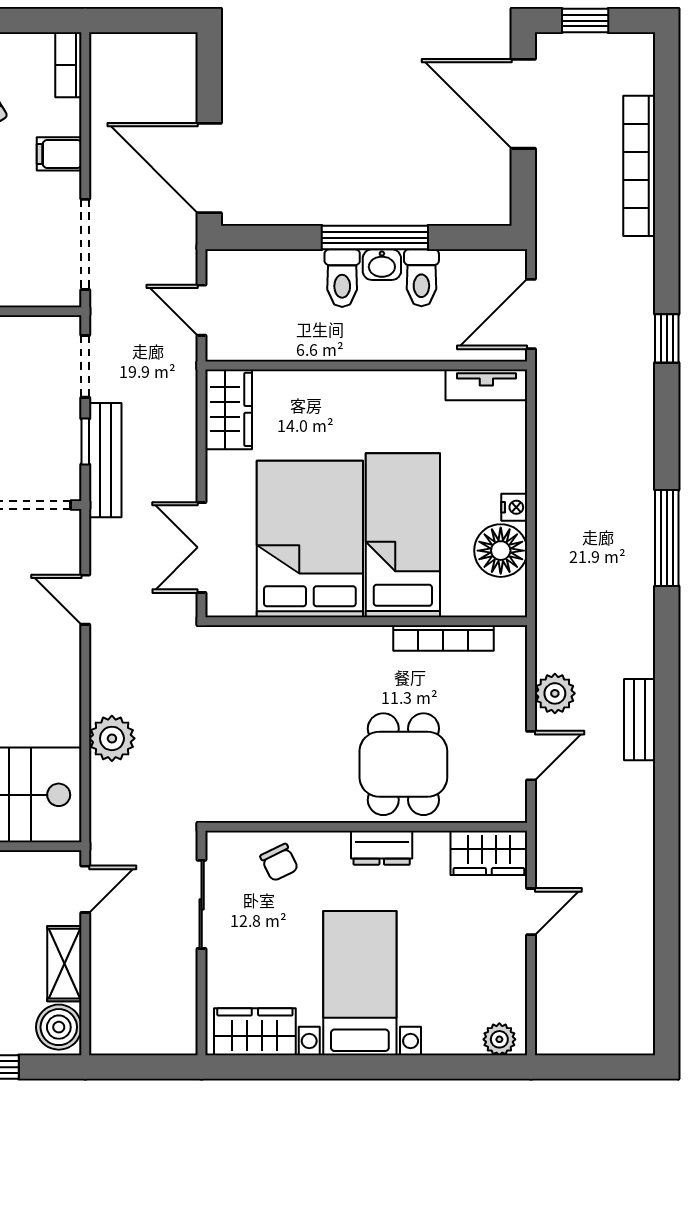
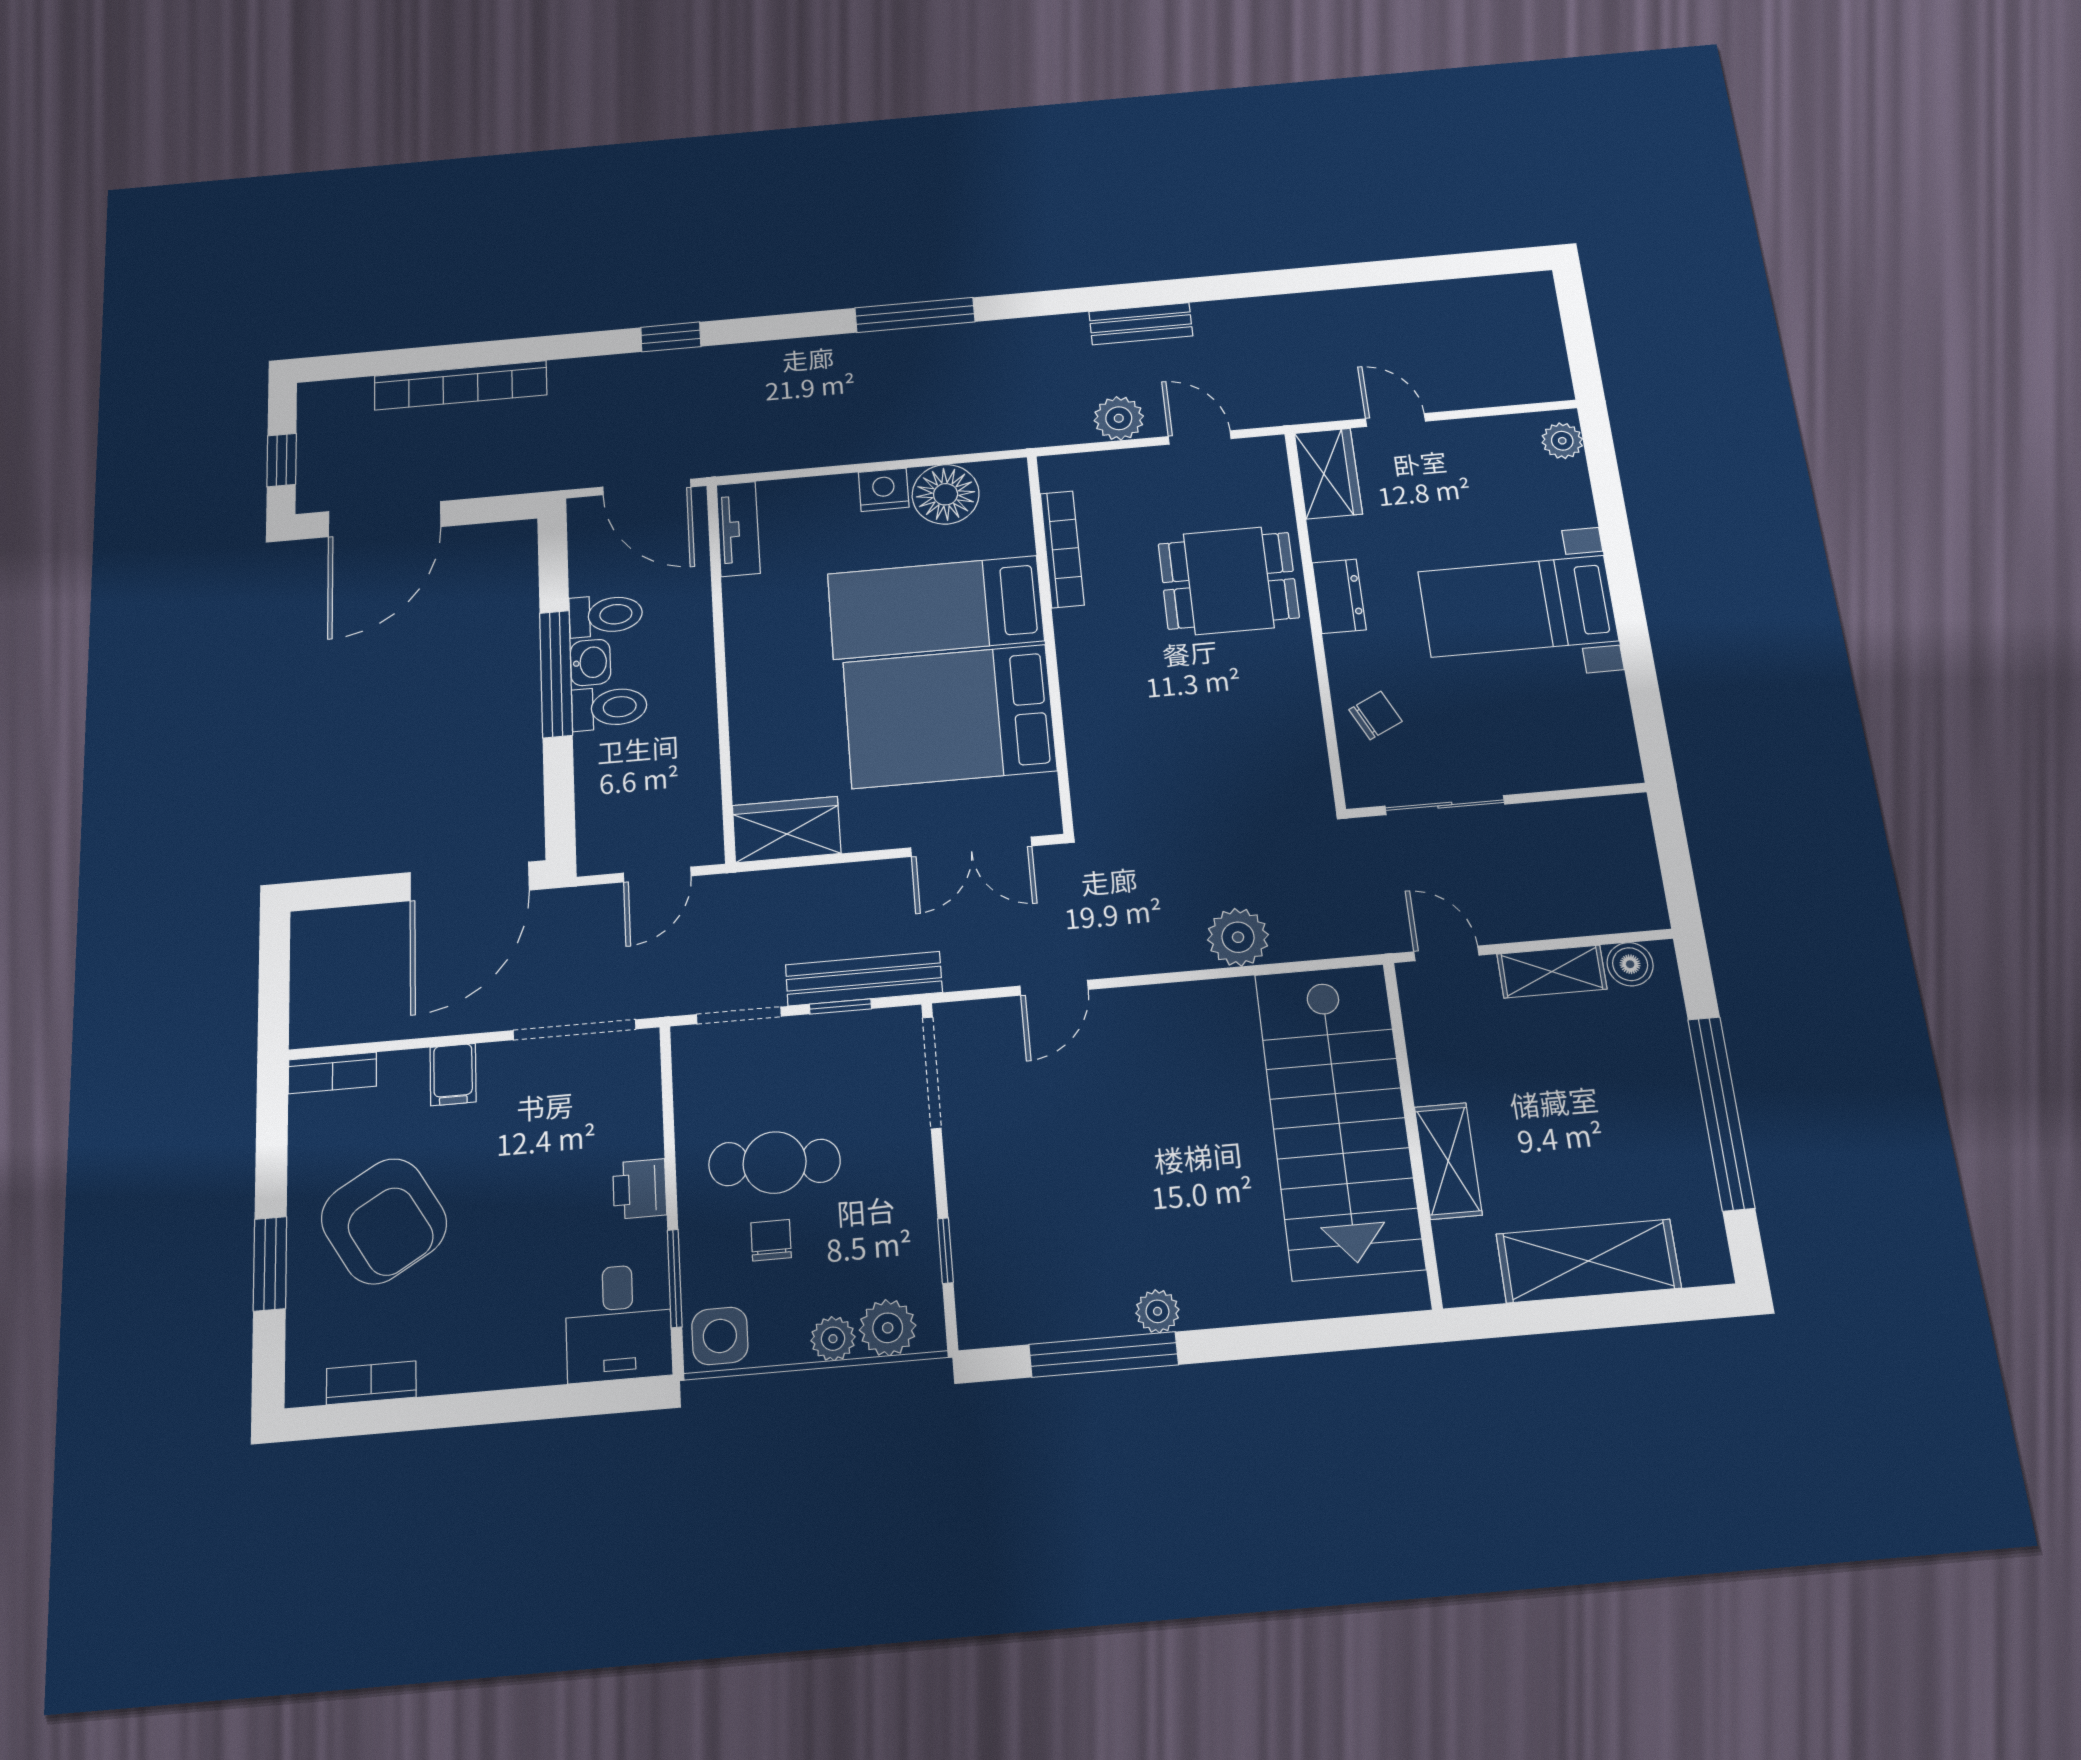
nightstand: (514, 507) -> (884, 490), width x1.39, depth x1.35
boiler: (59, 1027) -> (1630, 964), width x0.73, depth x0.73
wardrobe: (255, 1032) -> (1603, 725), removed

